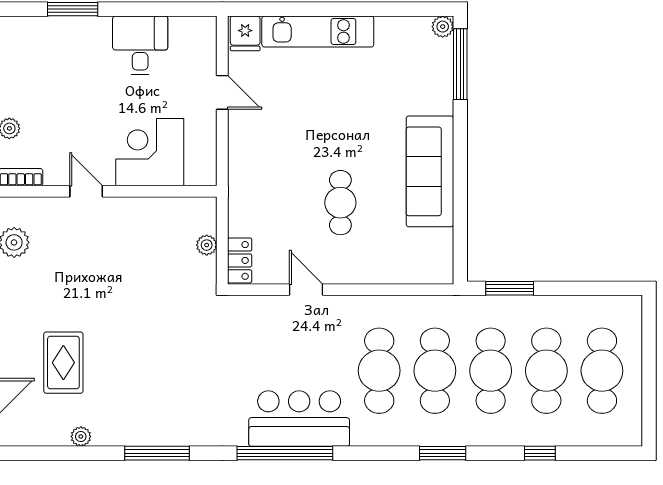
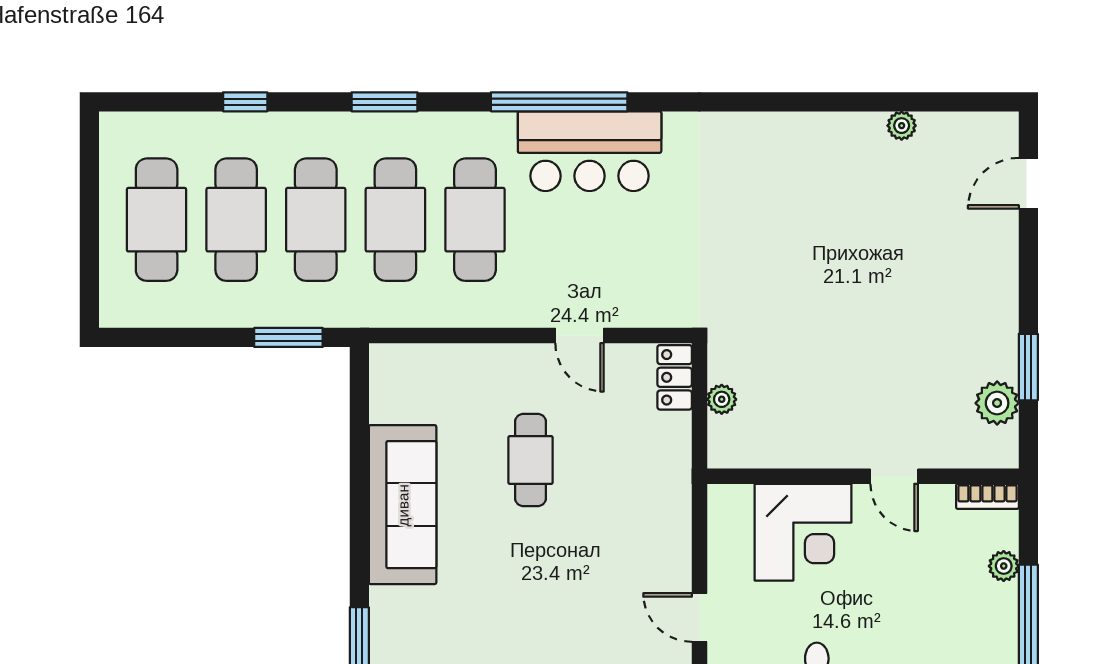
rug: (63, 363) -> (927, 231), removed
window: (157, 453) -> (793, 102), removed
window: (285, 453) -> (559, 102), moved

